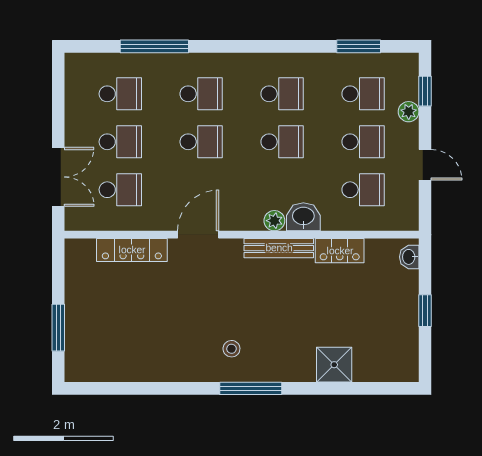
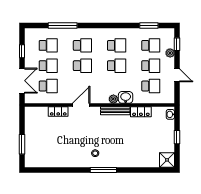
window: (58, 107) -> (22, 51), added
locker: (132, 250) -> (58, 111), width x0.66
shower: (334, 365) -> (167, 160), moved

